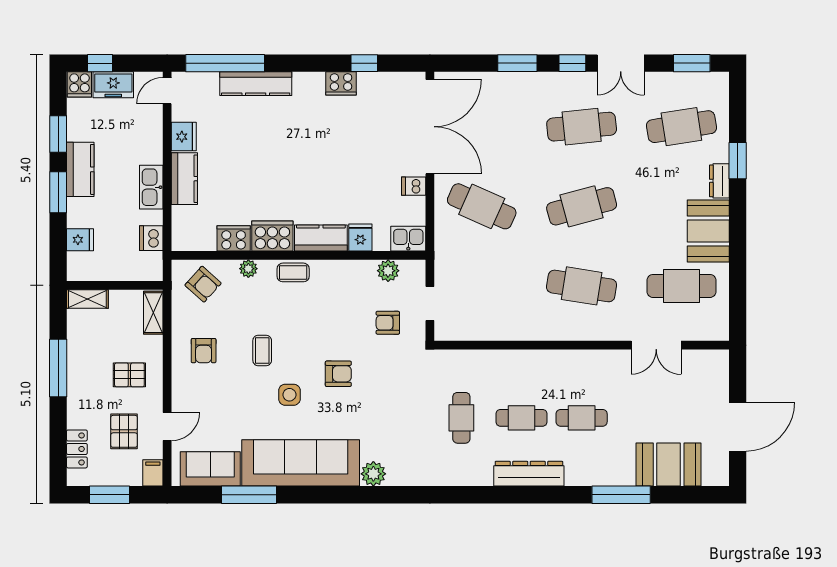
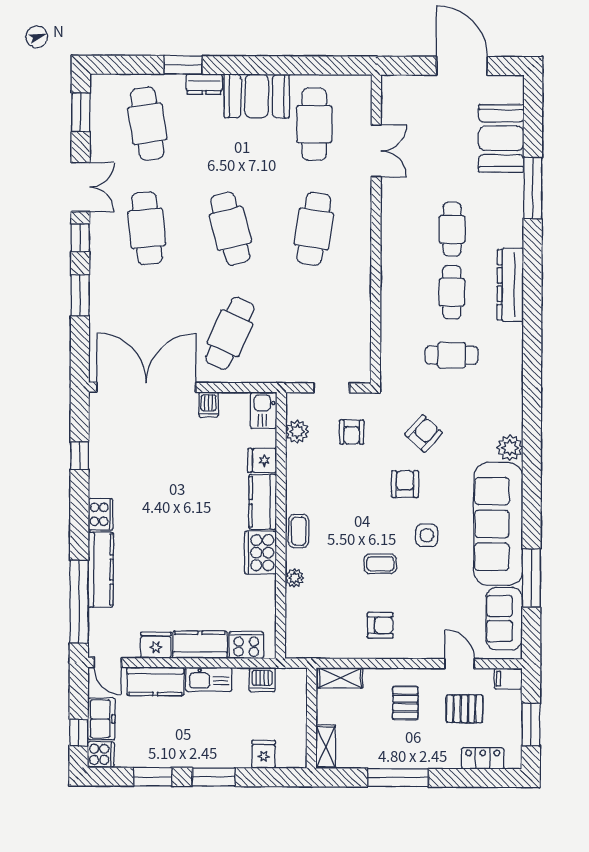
cooker: (341, 83) -> (101, 514), moved
kitchen counter: (80, 169) -> (155, 681), moved, turned 180
cooker: (234, 238) -> (246, 645), moved, turned 90
armchair: (203, 284) -> (424, 433), moved

